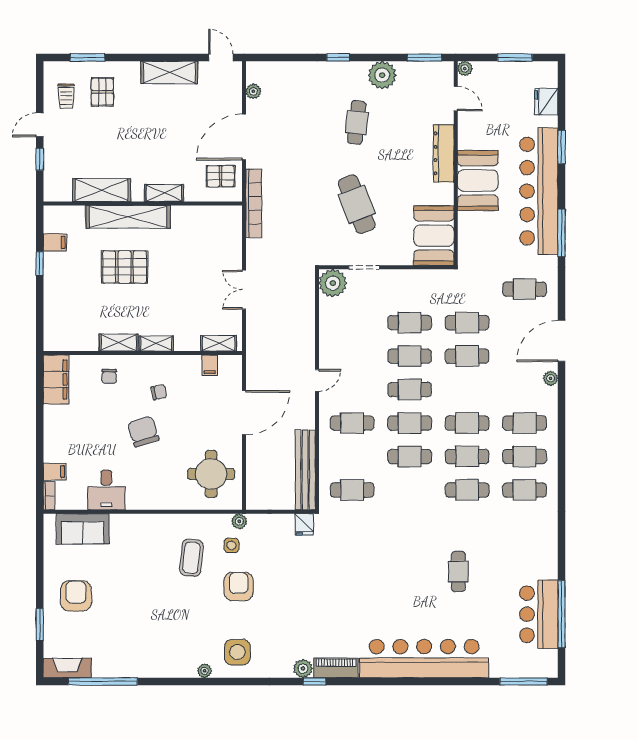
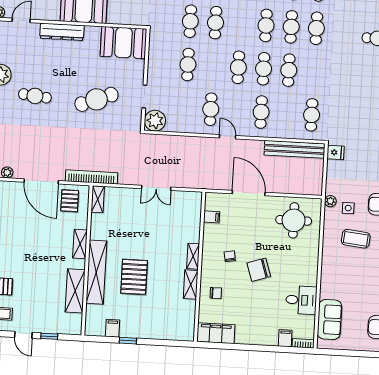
shelving: (219, 343) -> (98, 199), moved
cafe table: (410, 356) -> (211, 109), moved

